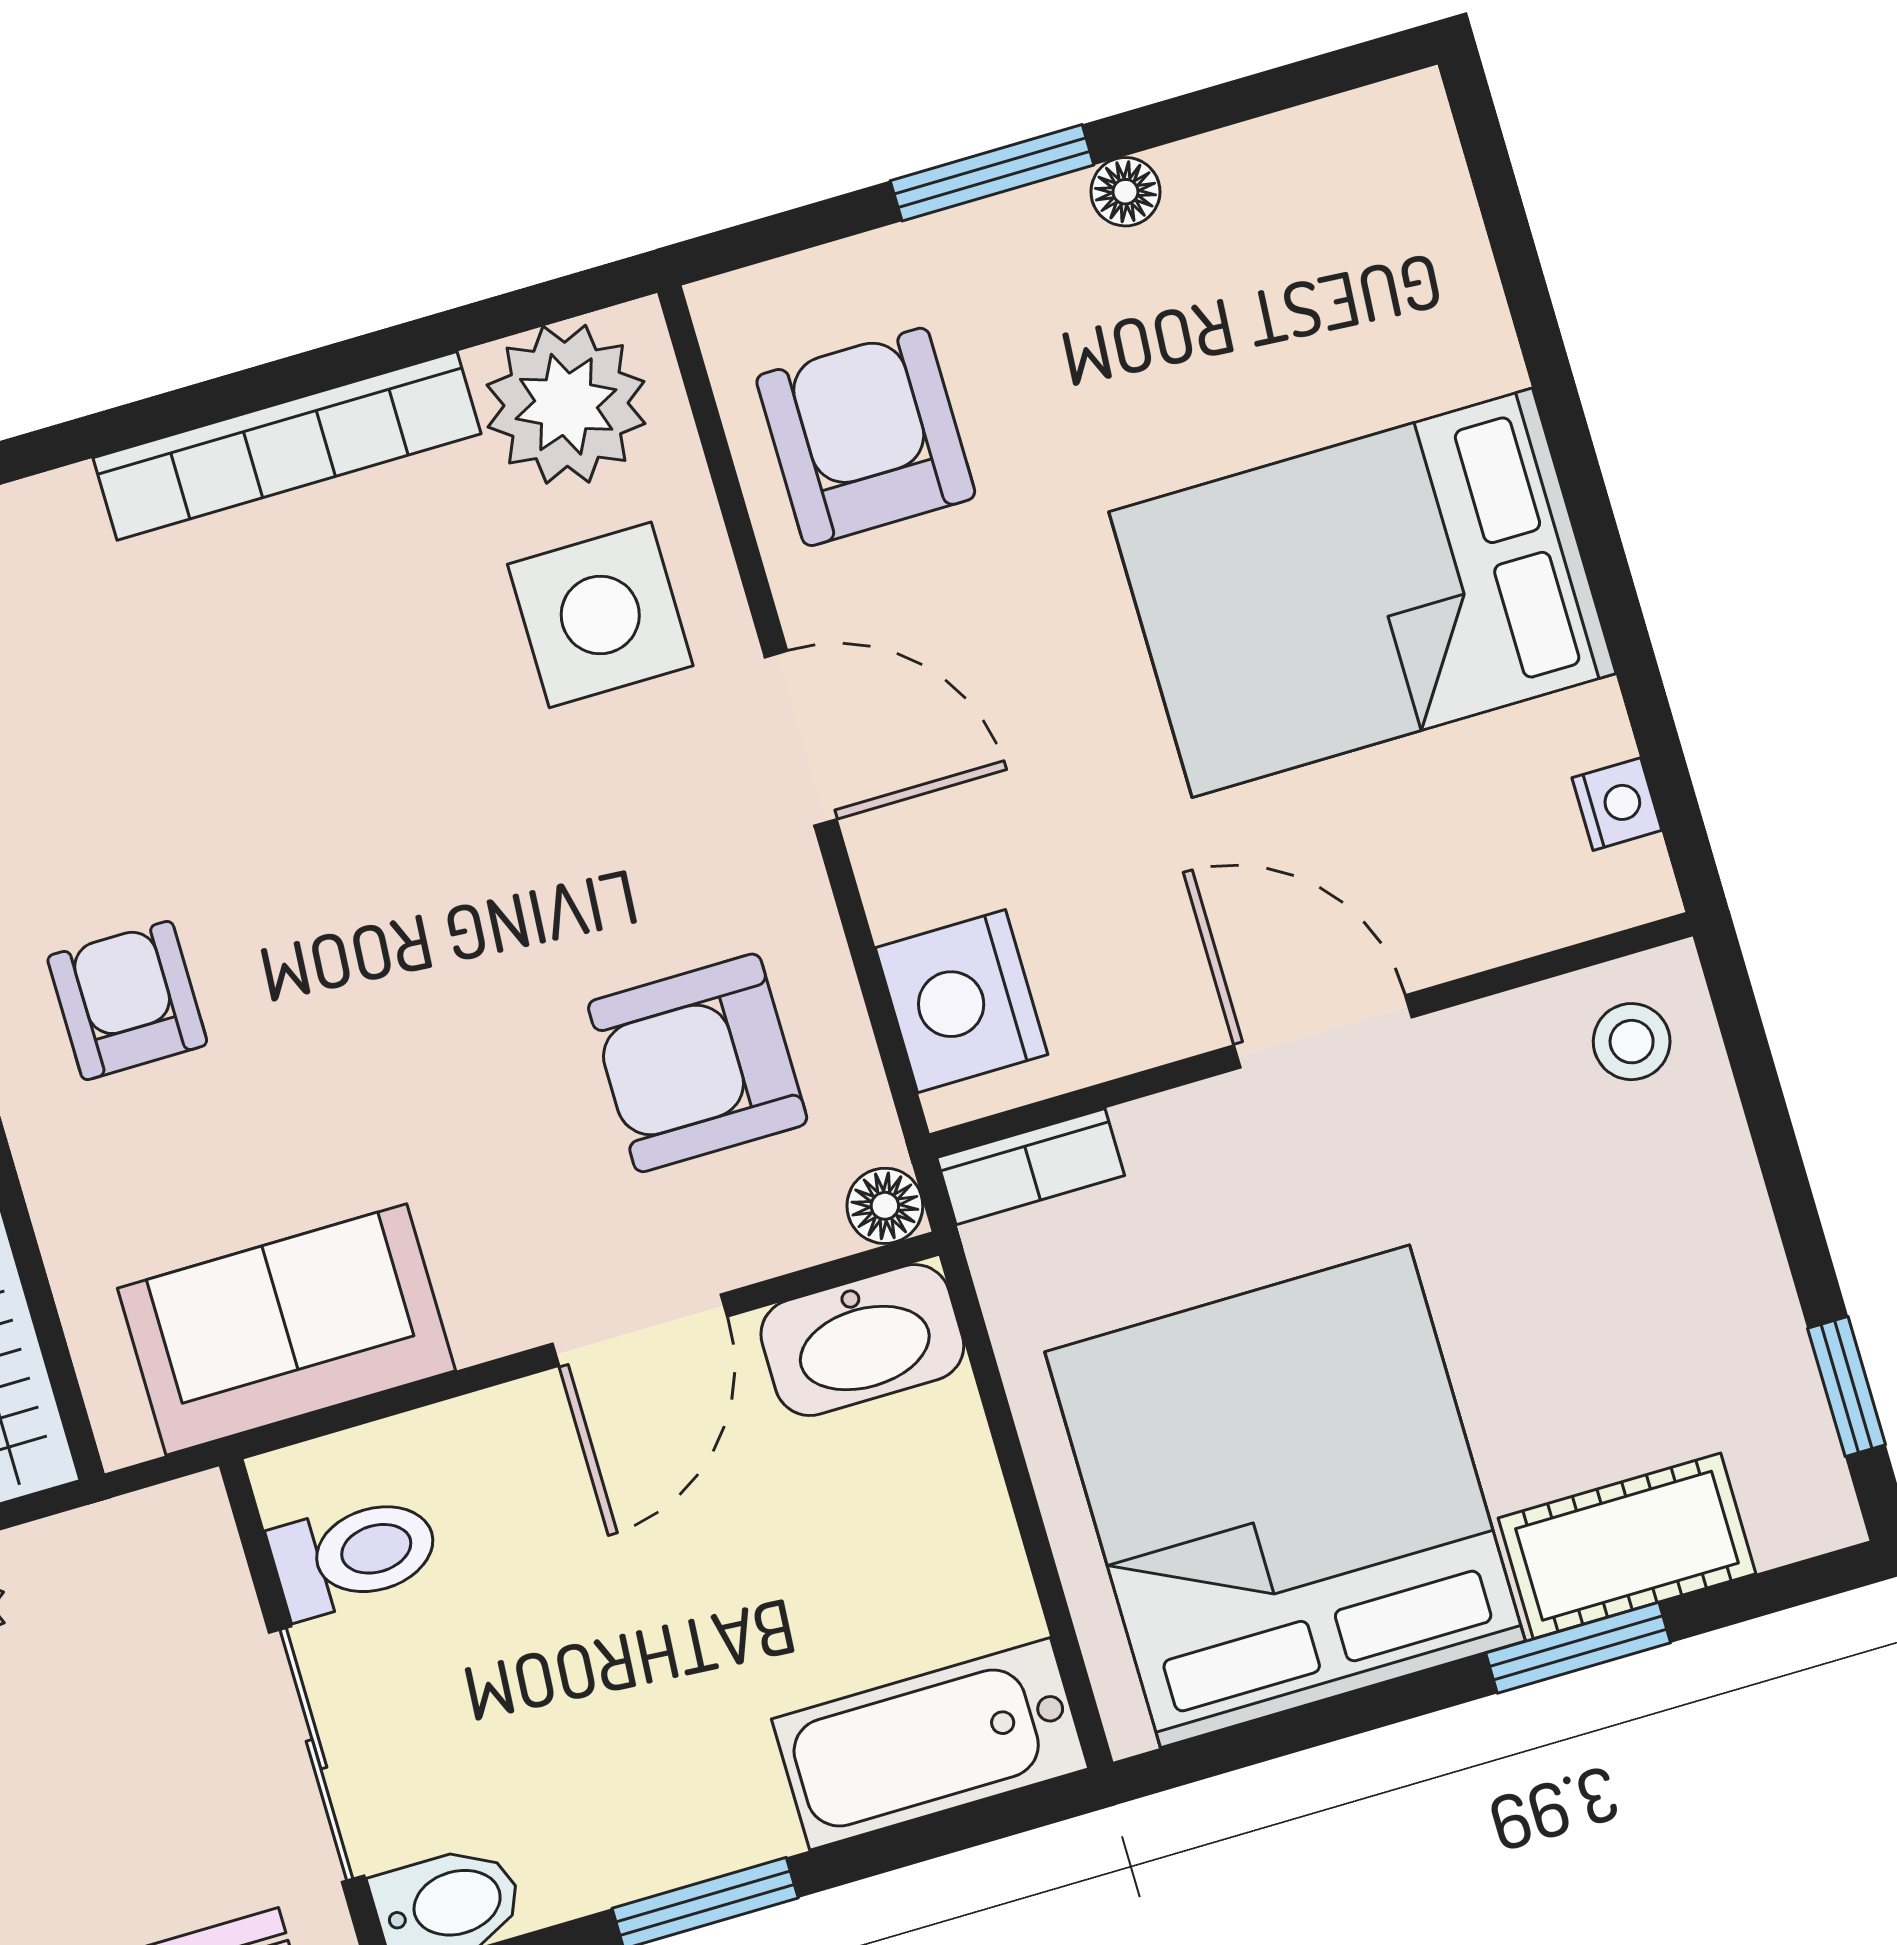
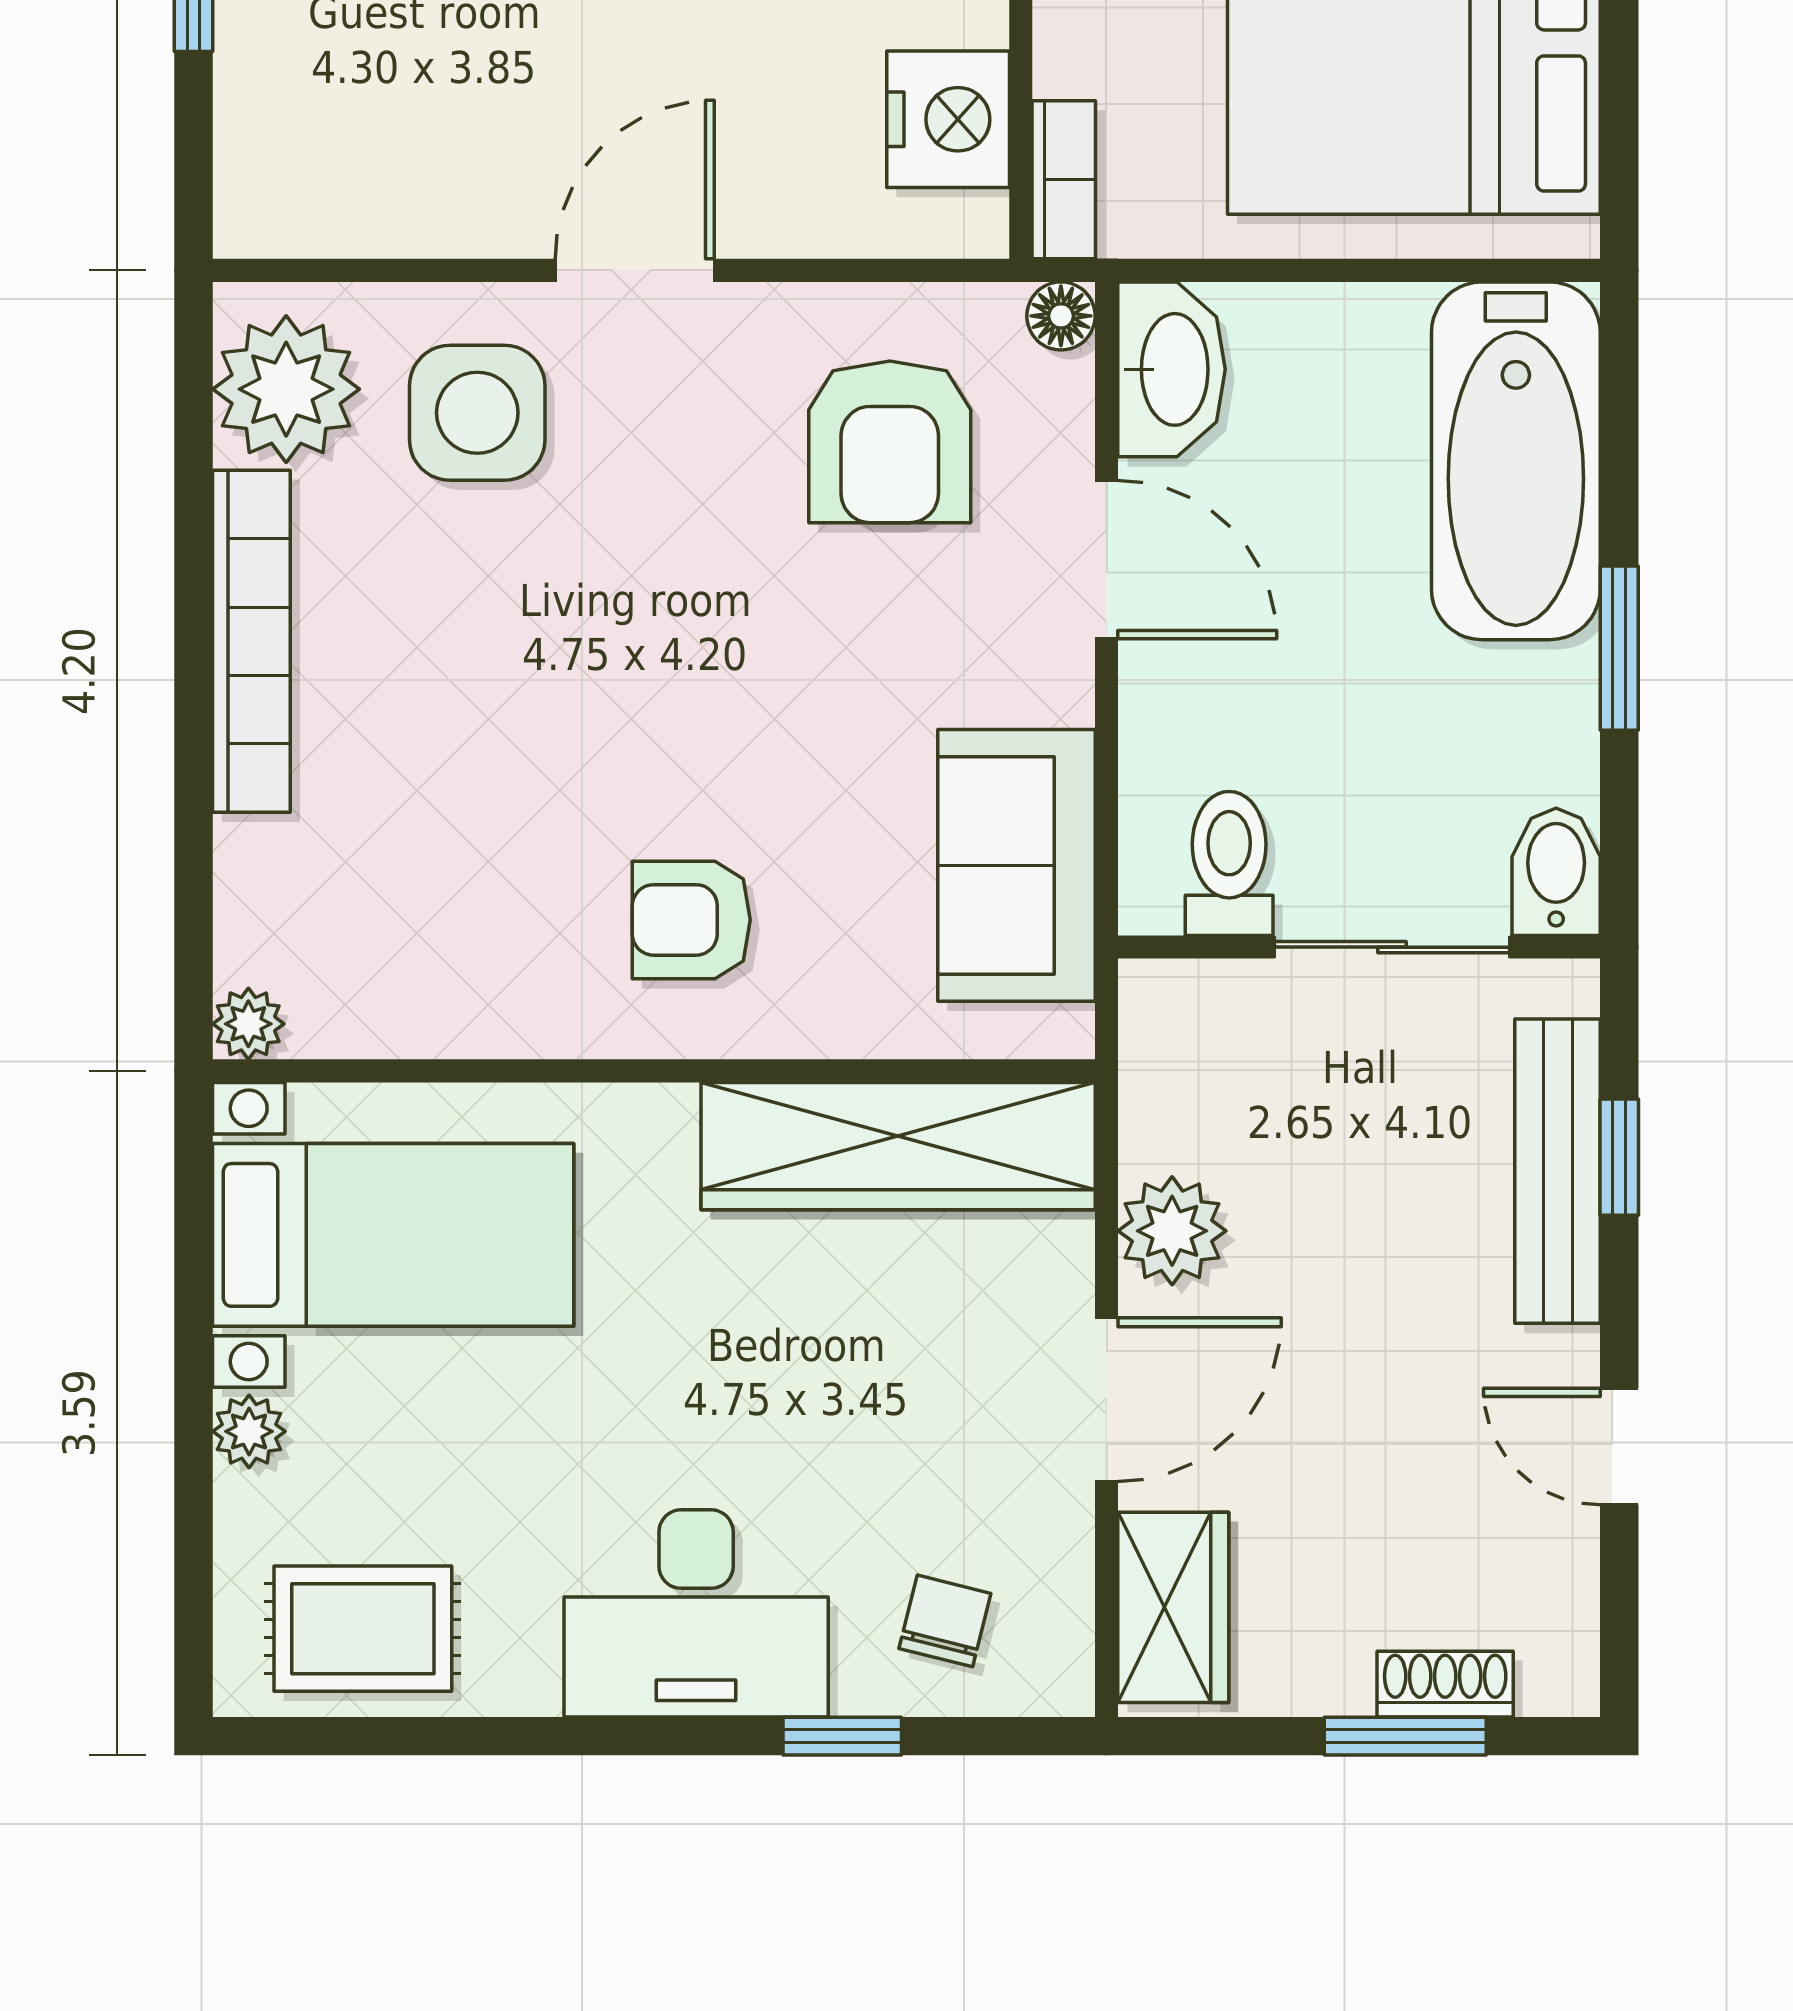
armchair: (866, 437) -> (390, 138), removed
nightstand: (962, 1001) -> (948, 119), moved, turned -90
bathtub: (930, 1744) -> (1516, 461), width x1.36, depth x1.36

